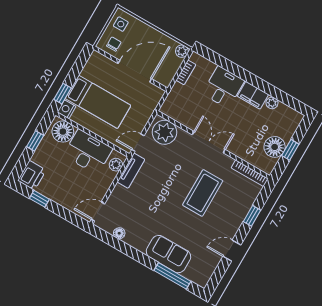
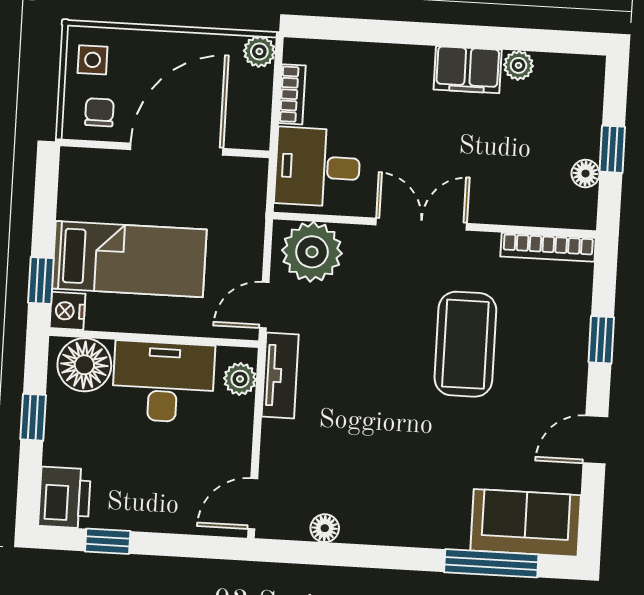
desk: (223, 87) -> (318, 167), moved, turned -90
floor lamp: (275, 147) -> (586, 174), width x0.53, depth x0.53
sofa: (169, 254) -> (526, 523), moved

